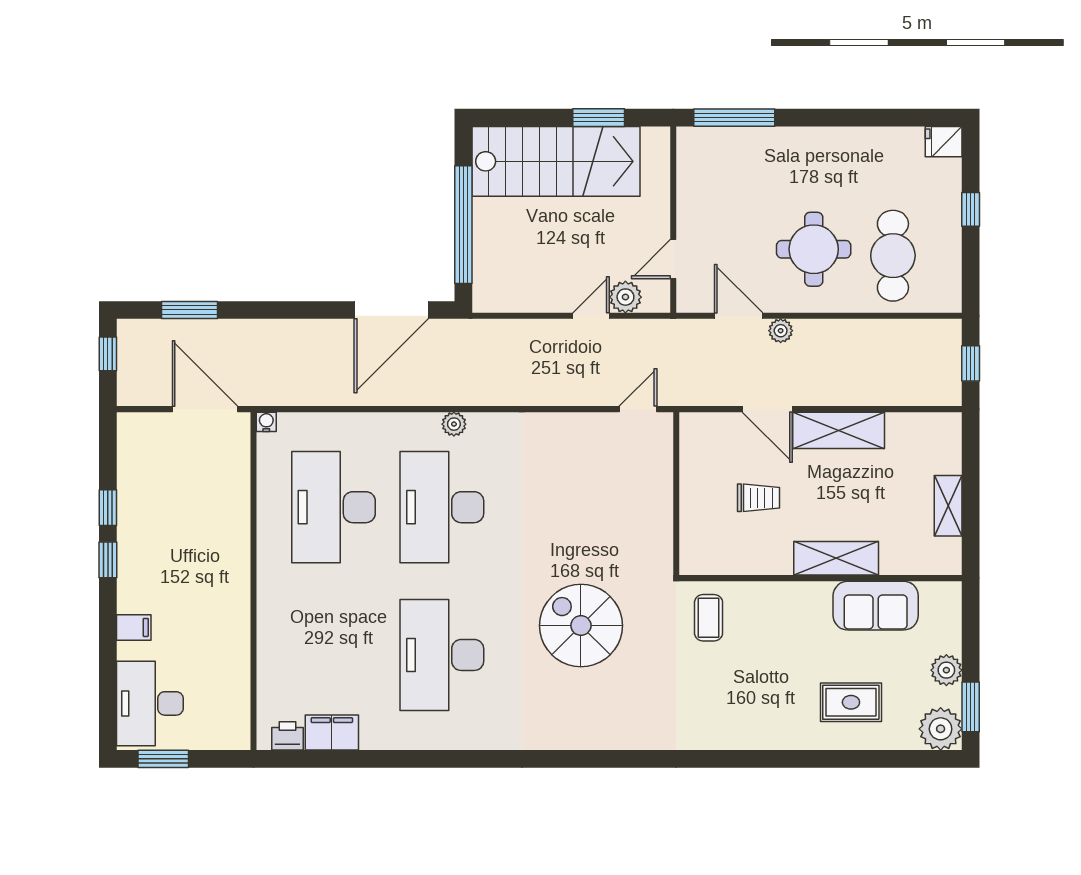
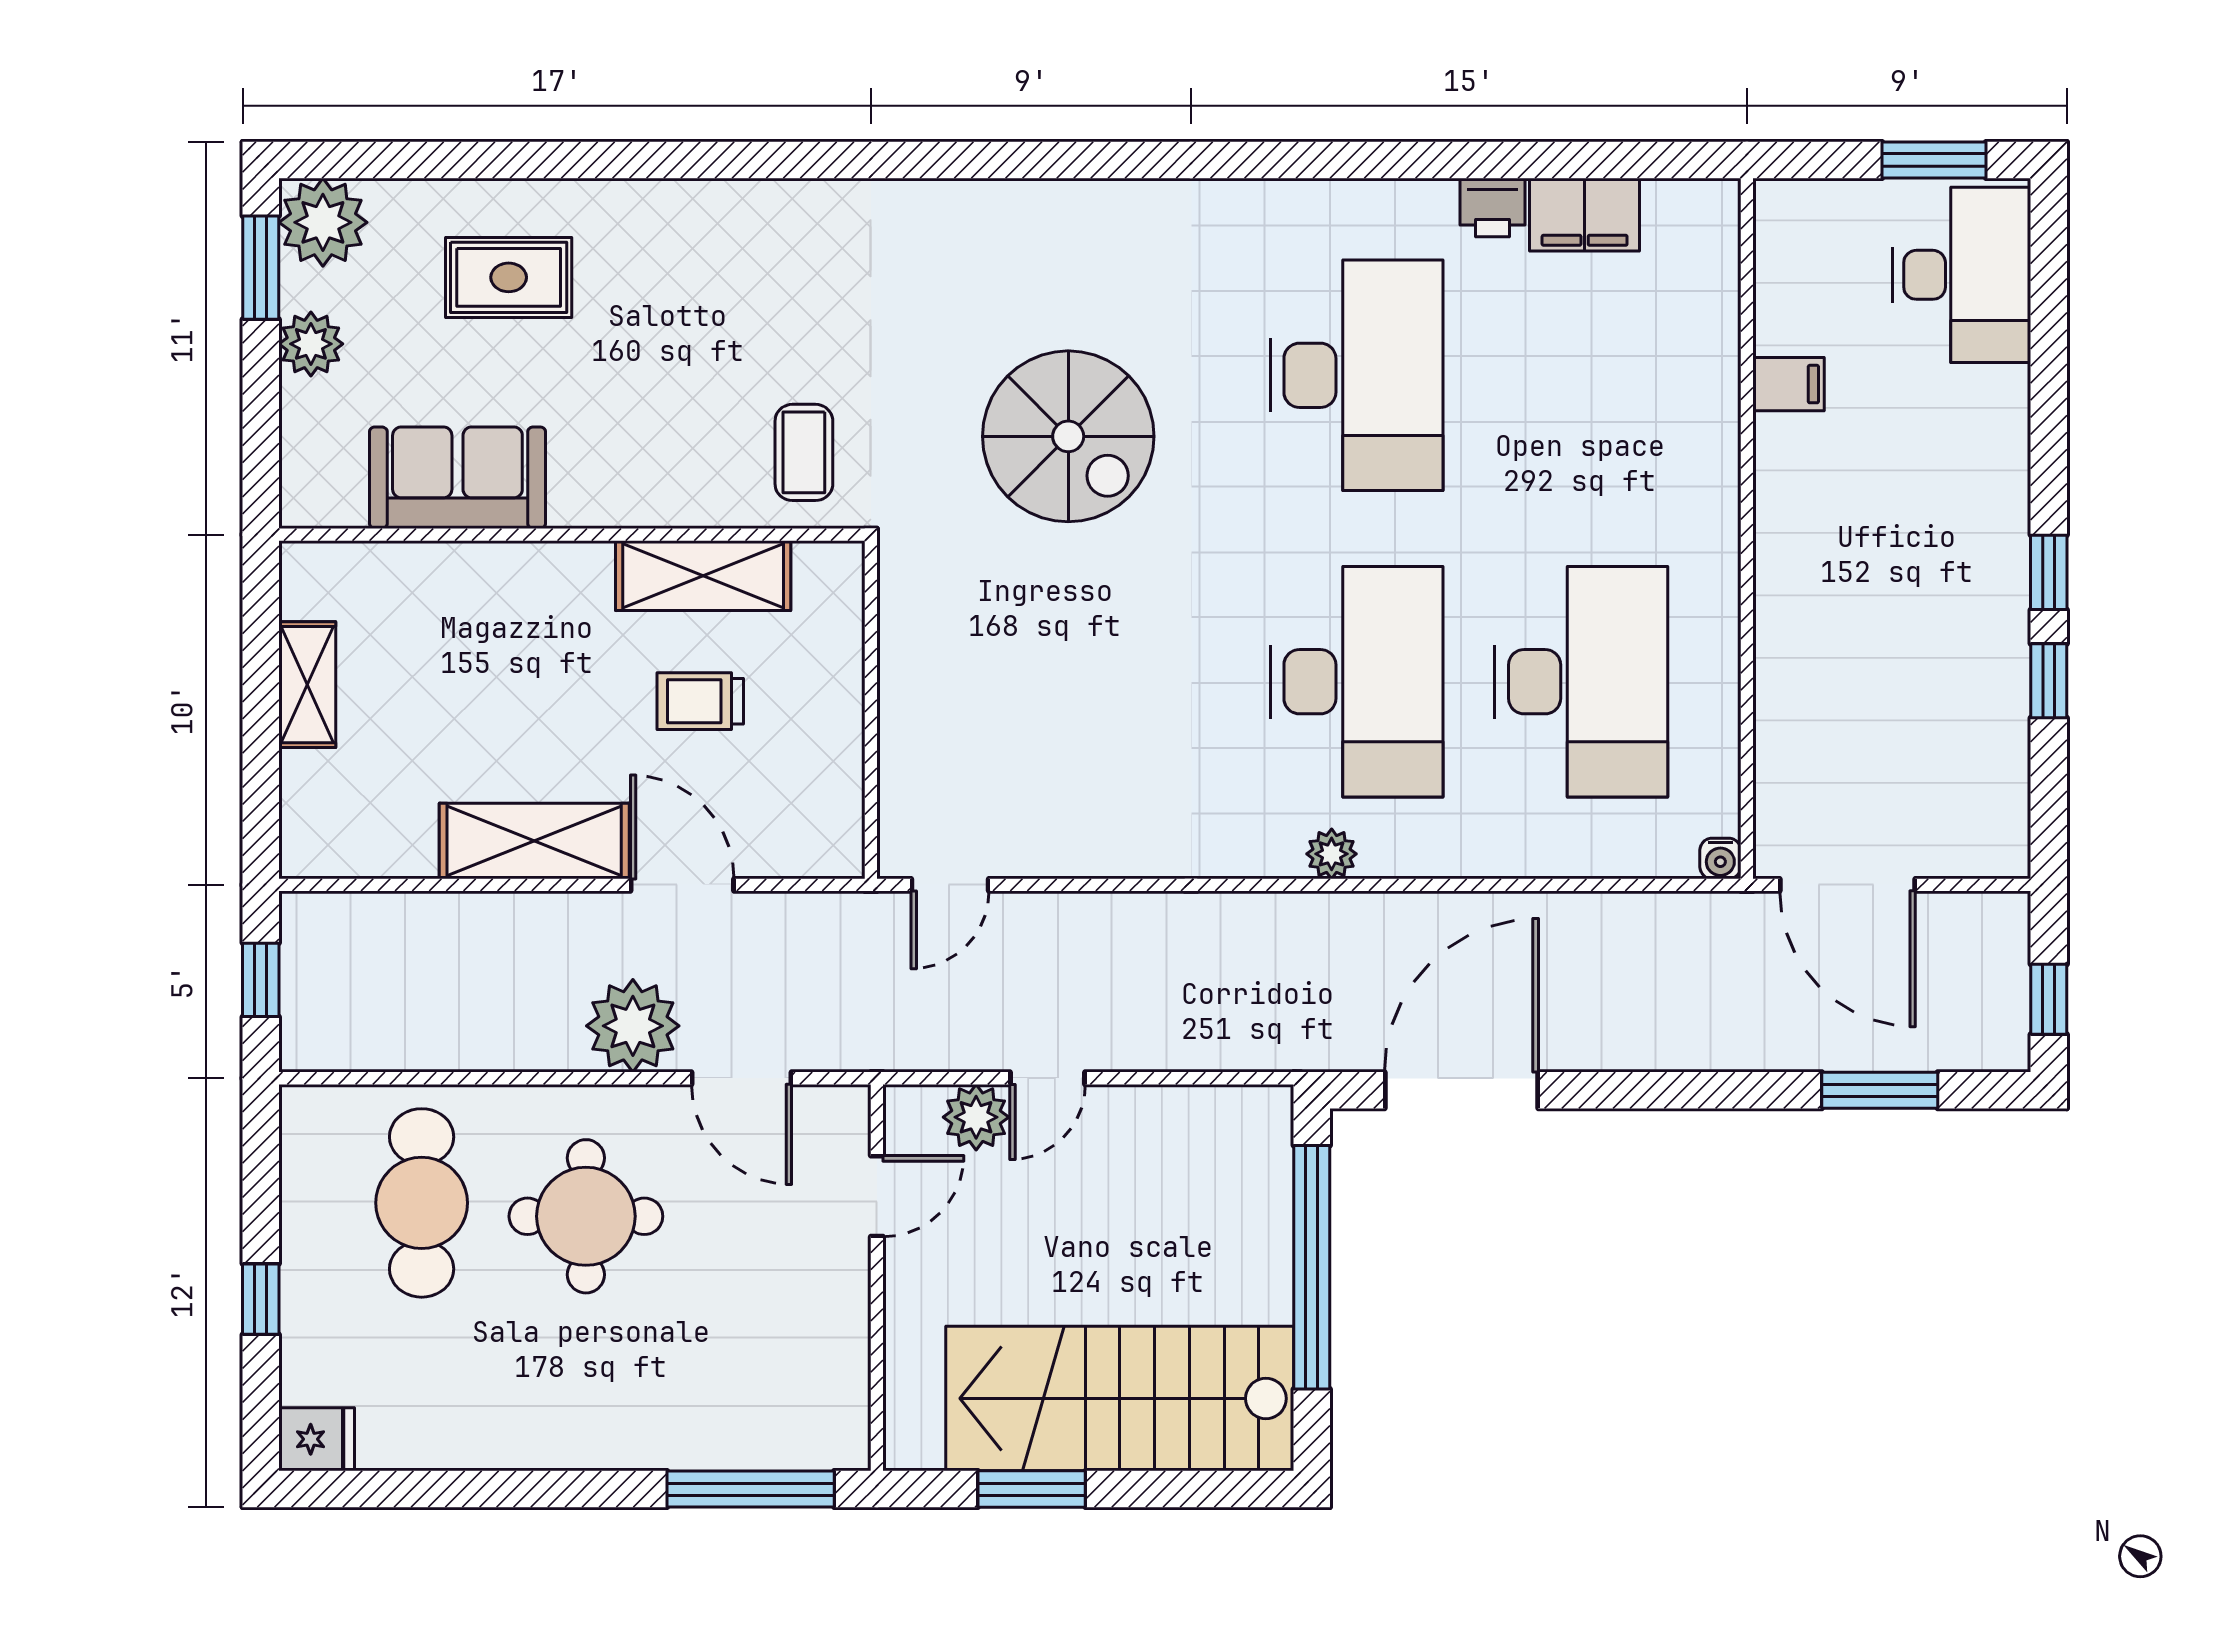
plant: (781, 331) -> (633, 1026), width x1.87, depth x1.87
shelving: (836, 558) -> (703, 576), moved
filing cabinet: (134, 627) -> (1788, 384), moved, turned 180
printer: (287, 736) -> (1493, 208), moved

